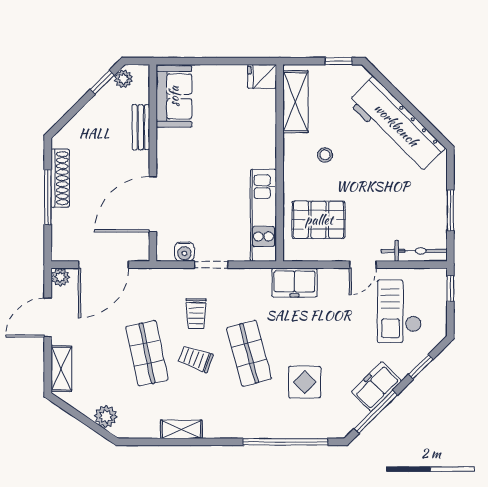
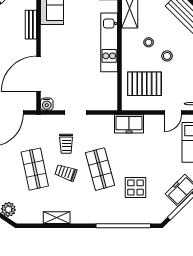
stool: (354, 176) -> (167, 56), added
kitchen unit: (263, 215) -> (109, 42), moved
water cooler: (184, 252) -> (47, 104), moved

